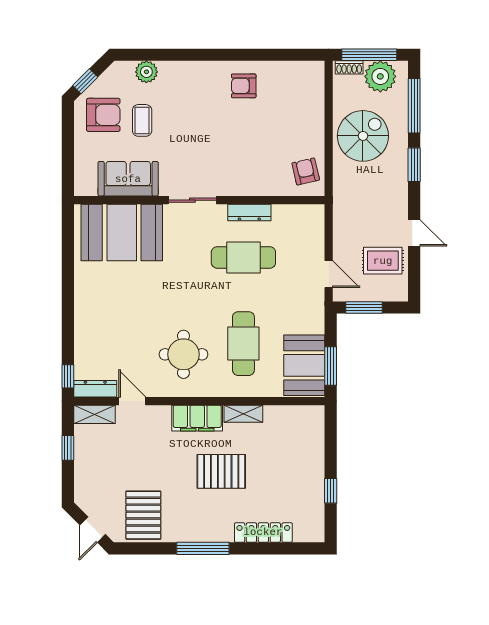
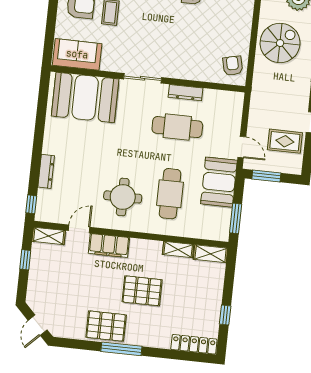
sofa: (128, 179) -> (77, 54), moved
booth: (304, 365) -> (219, 182), moved
dresser: (95, 389) -> (46, 171), moved, turned 90
door: (132, 401) -> (79, 229), hinge flipped
shelving: (243, 414) -> (178, 250), moved
shelving: (303, 415) -> (211, 254), added
filing cabinet: (197, 418) -> (109, 245), moved
pallet: (143, 515) -> (106, 326), moved, turned 90
locker: (263, 532) -> (194, 344), moved

